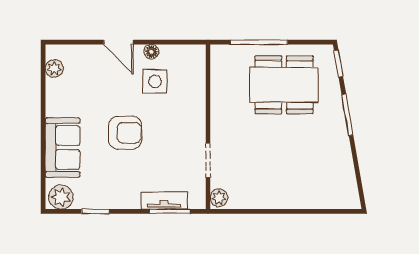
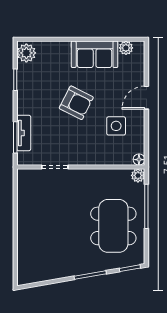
floor lamp: (151, 52) -> (139, 160), moved
armchair: (125, 133) -> (76, 103), turned -63
sofa: (63, 148) -> (95, 54), moved
plant: (219, 198) -> (138, 175), moved

